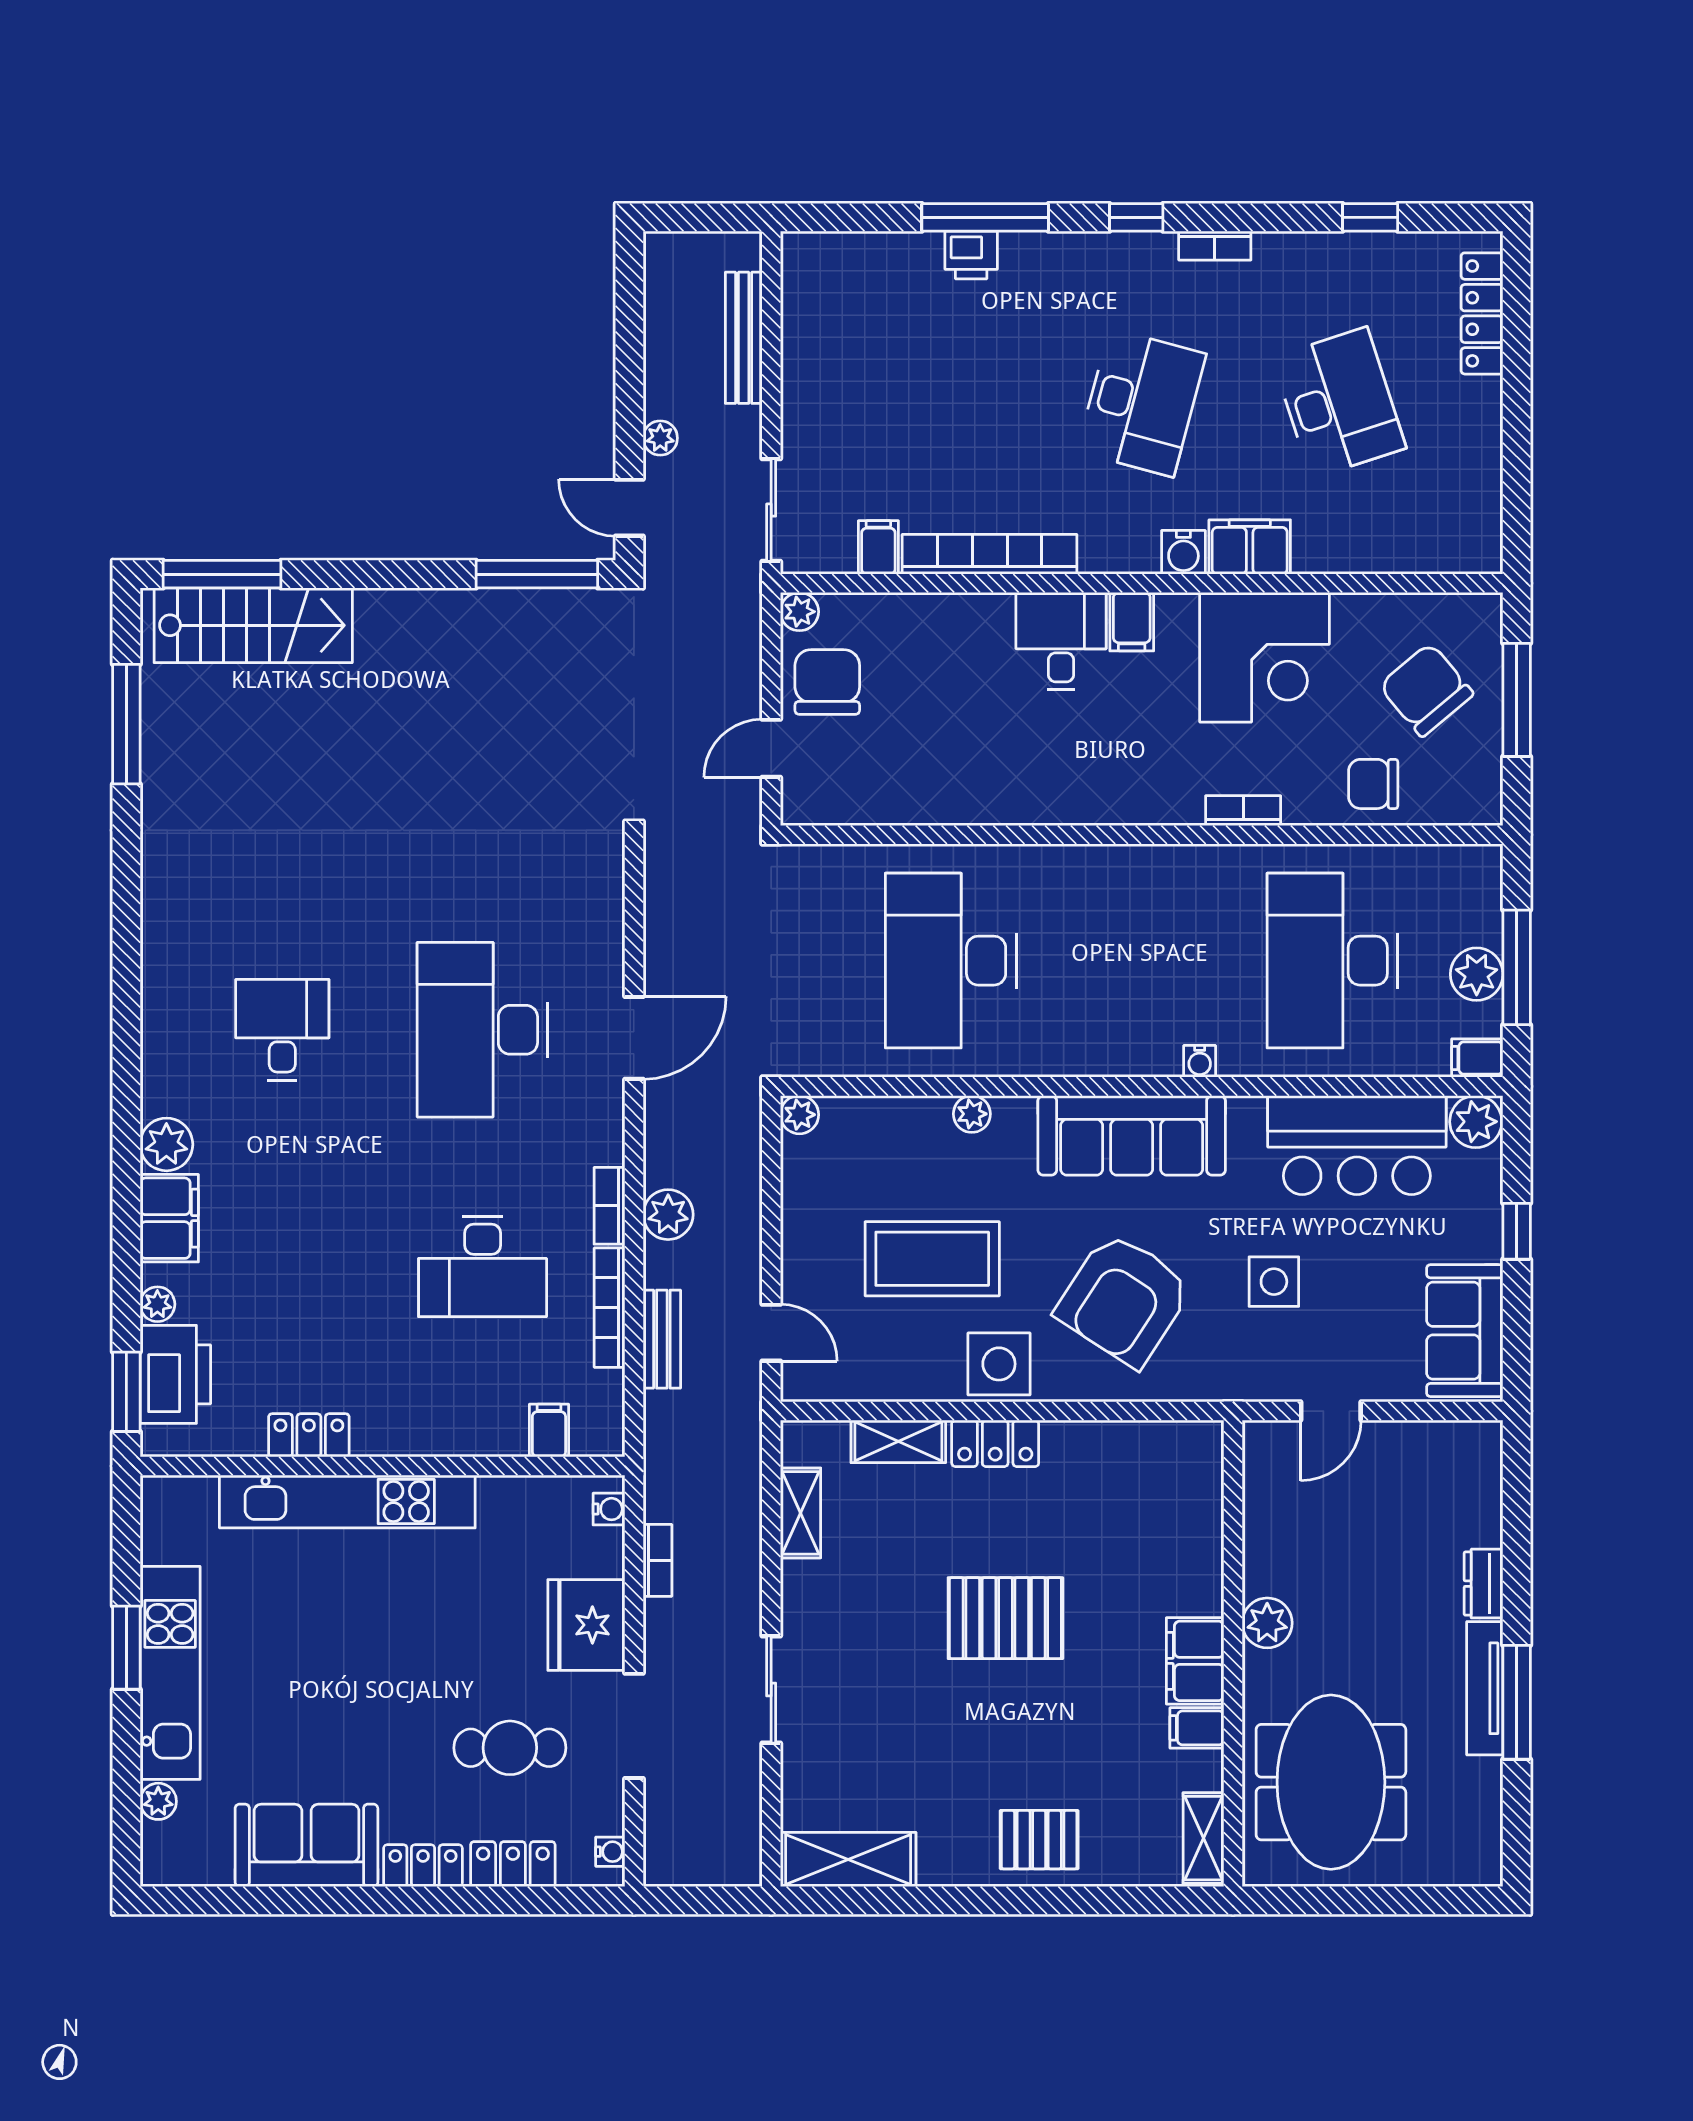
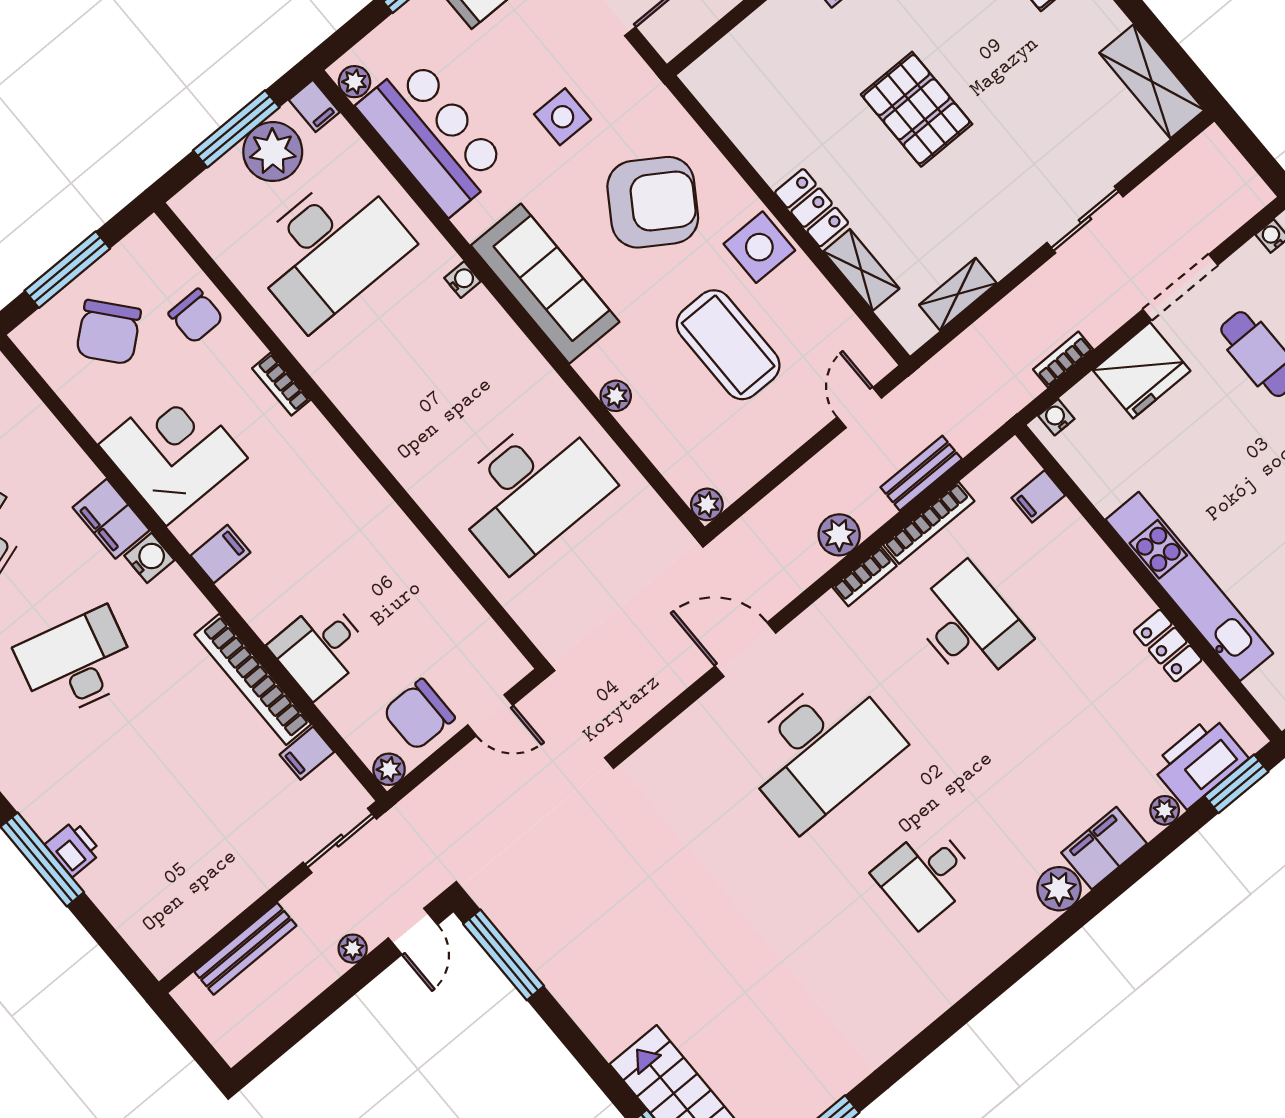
desk: (1061, 641) -> (320, 649), moved
plant: (1477, 974) -> (273, 152), width x1.36, depth x1.36
plant: (1476, 1122) -> (354, 82), width x0.73, depth x0.73

